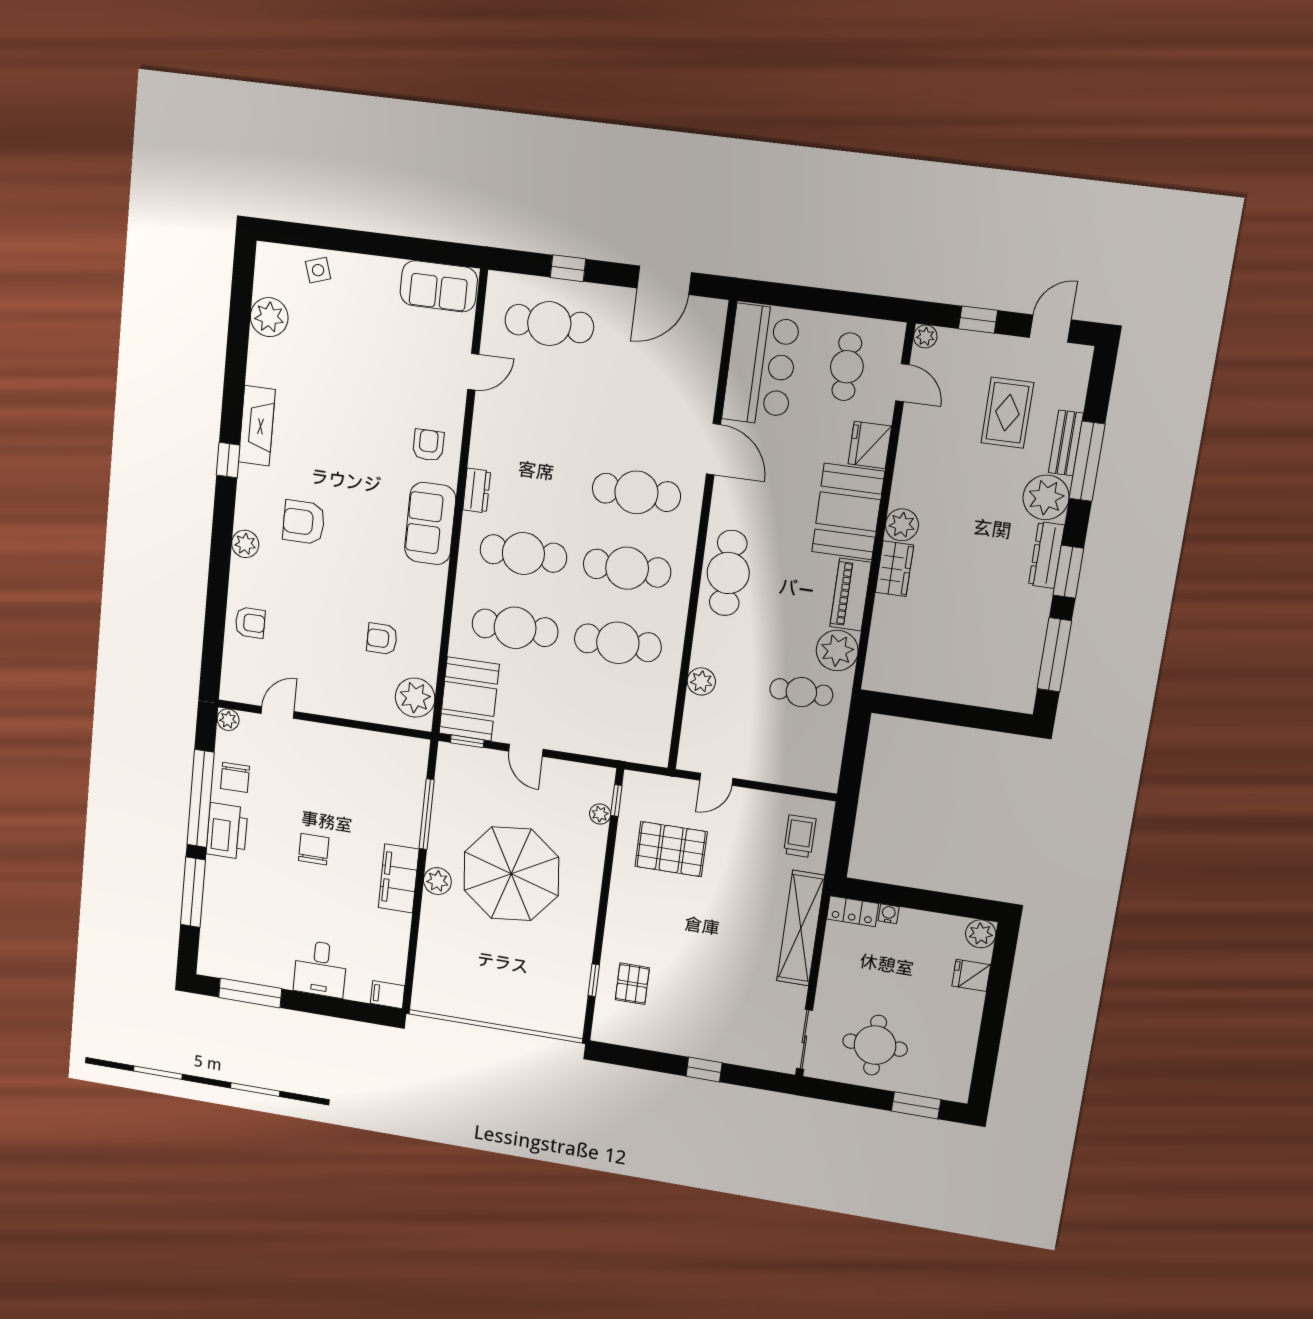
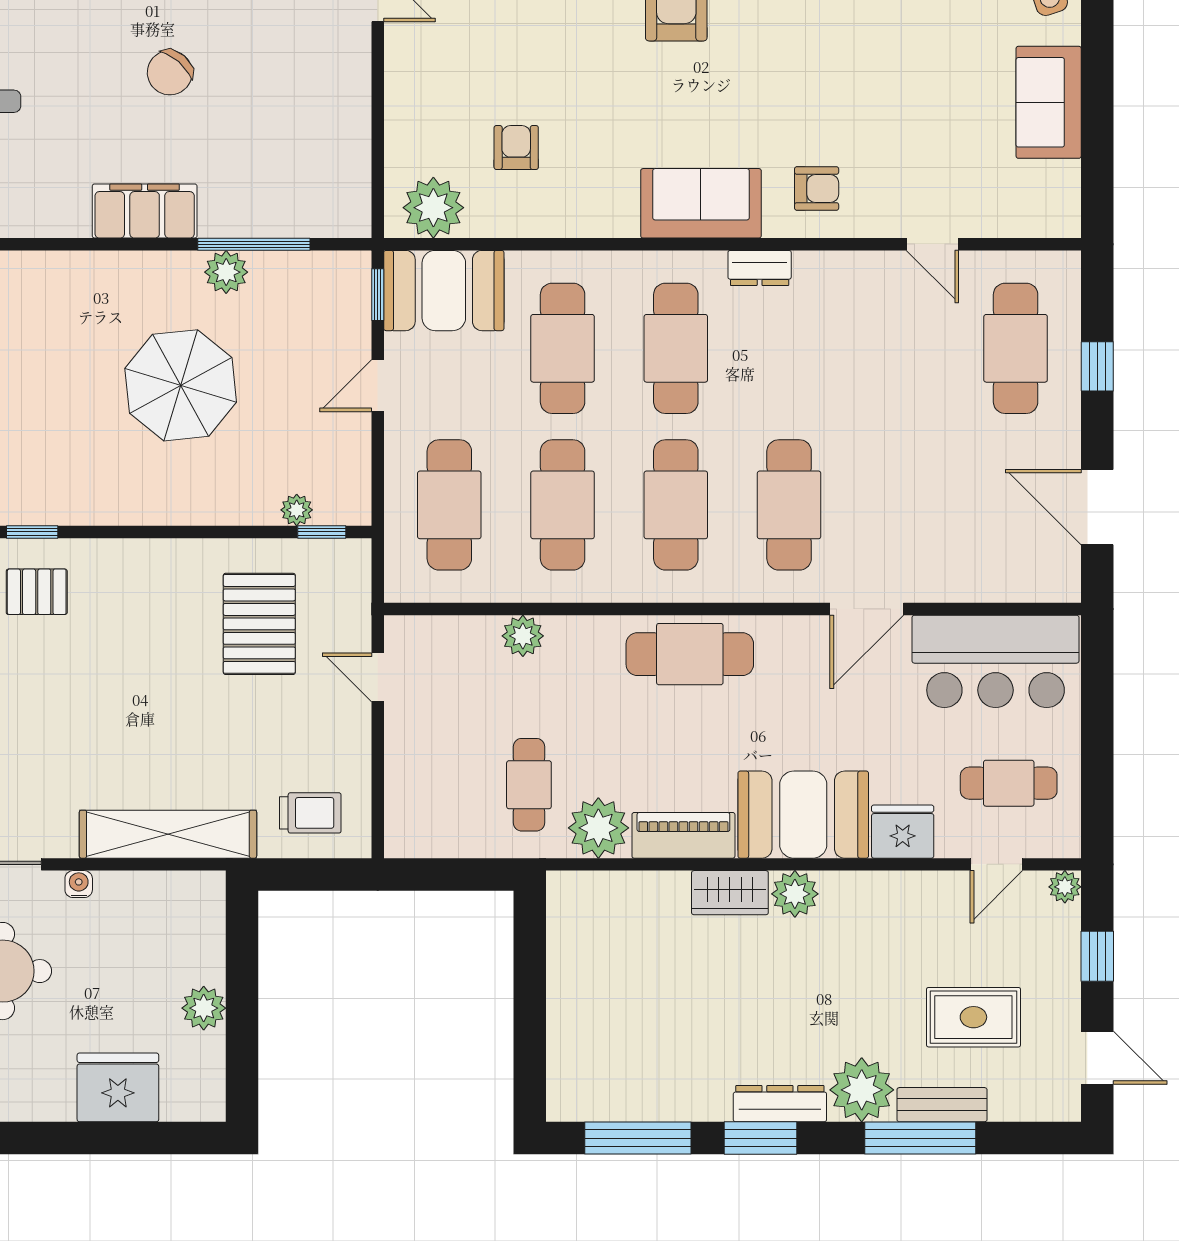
sofa: (439, 286) -> (1049, 102), moved
cafe table: (609, 716) -> (449, 505), added
chair: (314, 849) -> (170, 73), turned 131
parasol: (511, 874) -> (181, 385), width x0.73, depth x0.73
plant: (437, 881) -> (226, 272), moved
locker: (853, 911) -> (207, 907), removed
water cooler: (889, 914) -> (79, 884), moved, turned -90
plant: (981, 934) -> (204, 1008), moved
fridge: (971, 975) -> (118, 1087), width x1.88, depth x1.34

